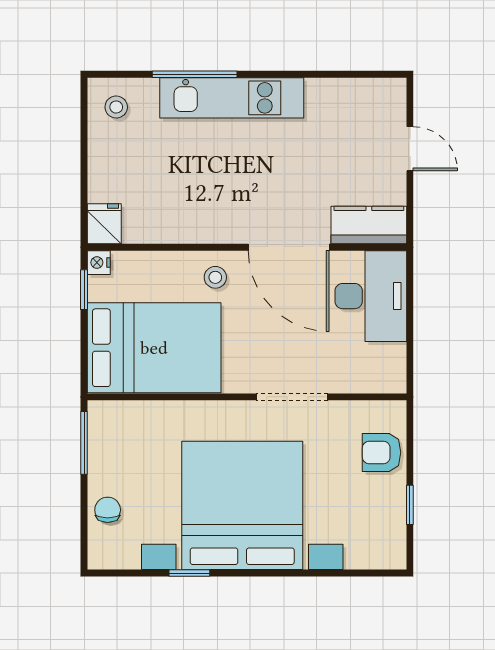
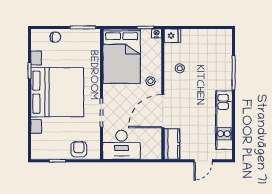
kitchen unit: (232, 98) -> (224, 120), moved
stool: (116, 107) -> (180, 68), moved
desk: (371, 296) -> (122, 145), moved

